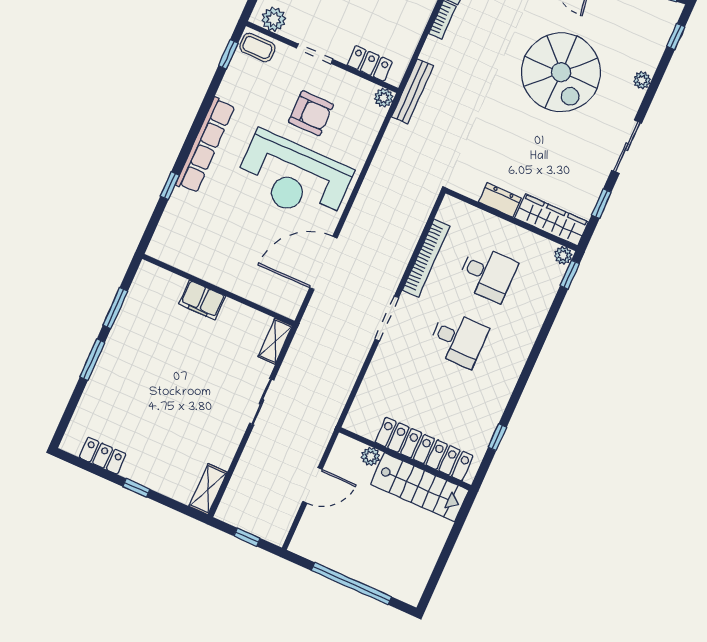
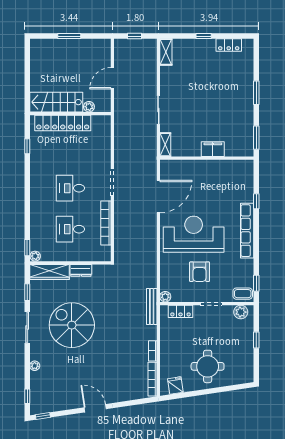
spiral stairs: (561, 72) -> (72, 325), moved
armchair: (311, 113) -> (200, 272), turned -90
window: (115, 308) -> (256, 138), moved
window: (351, 584) -> (69, 36), width x0.47

